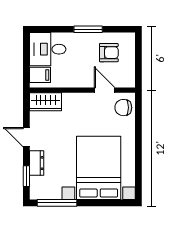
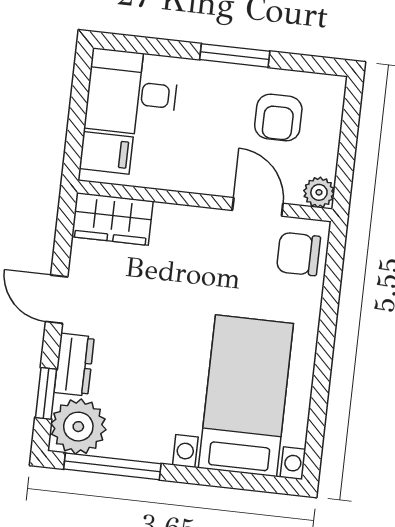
armchair: (109, 53) -> (278, 118), turned 90
plant: (129, 81) -> (319, 192), added
bed with nightstands: (99, 168) -> (246, 396), width x0.73
plant: (41, 188) -> (78, 427), added

